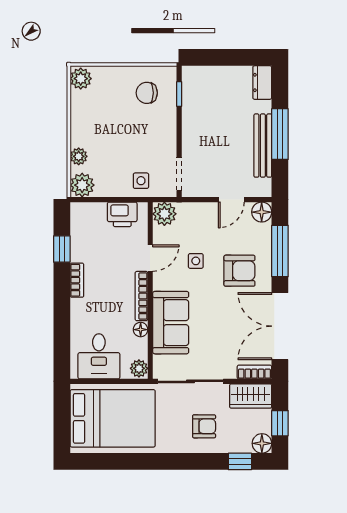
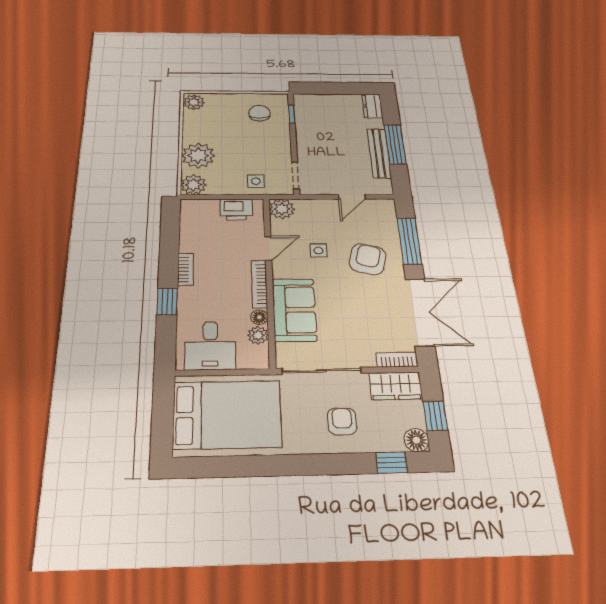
chair: (147, 93) -> (259, 113), turned 90
plant: (79, 156) -> (198, 155), width x1.88, depth x1.88
floor lamp: (262, 212) -> (385, 207), removed
window: (62, 249) -> (167, 302), moved
armchair: (239, 271) -> (368, 259), turned -76
double door: (280, 326) -> (420, 312), swing flipped
plant: (139, 368) -> (258, 335), moved
armchair: (204, 426) -> (342, 421), turned -90

